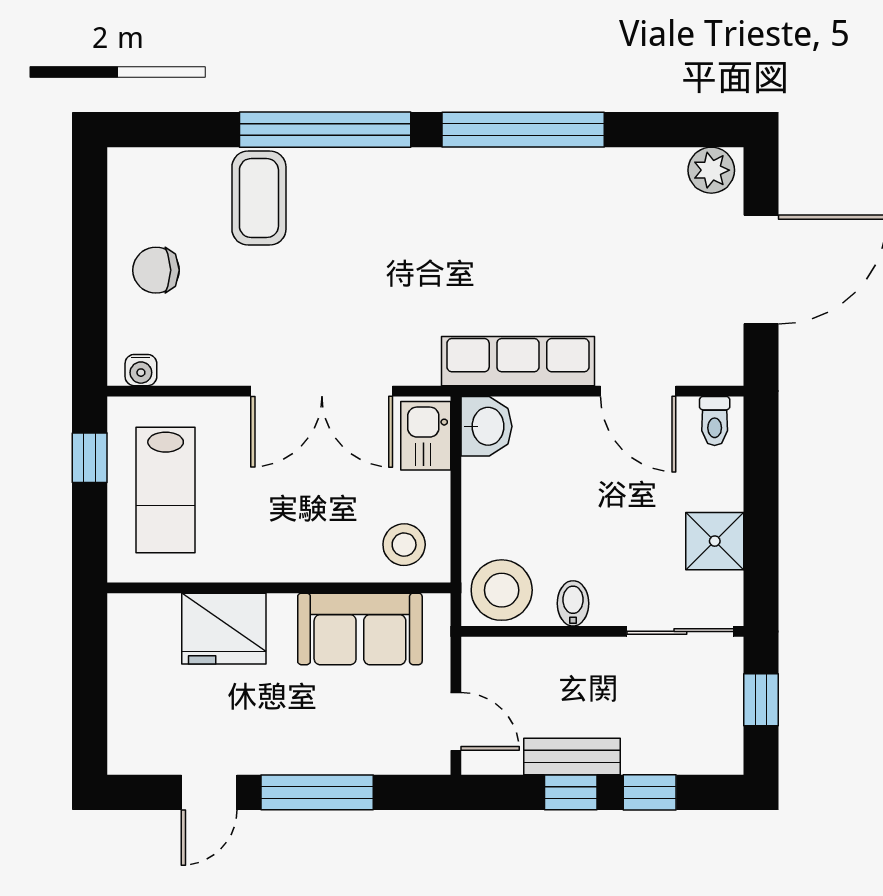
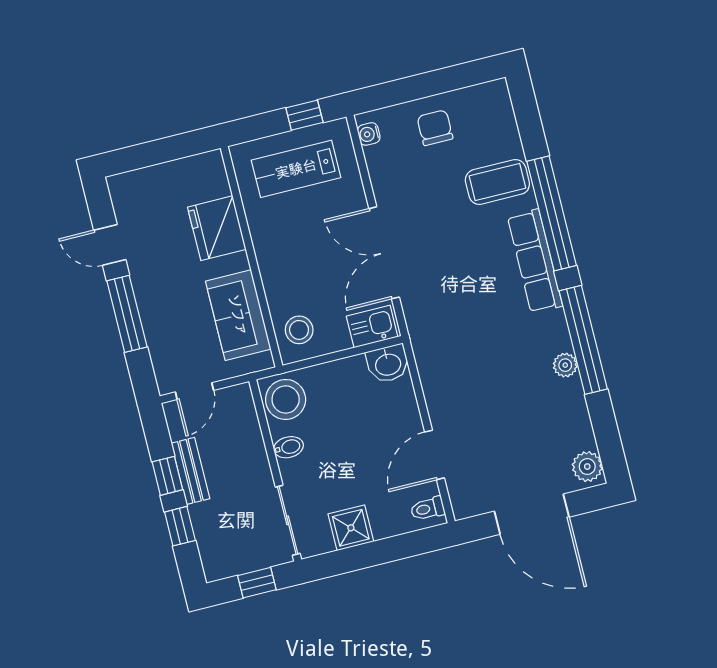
plant: (554, 165) -> (565, 365), added
row of seats: (518, 361) -> (535, 261), moved, turned 180

